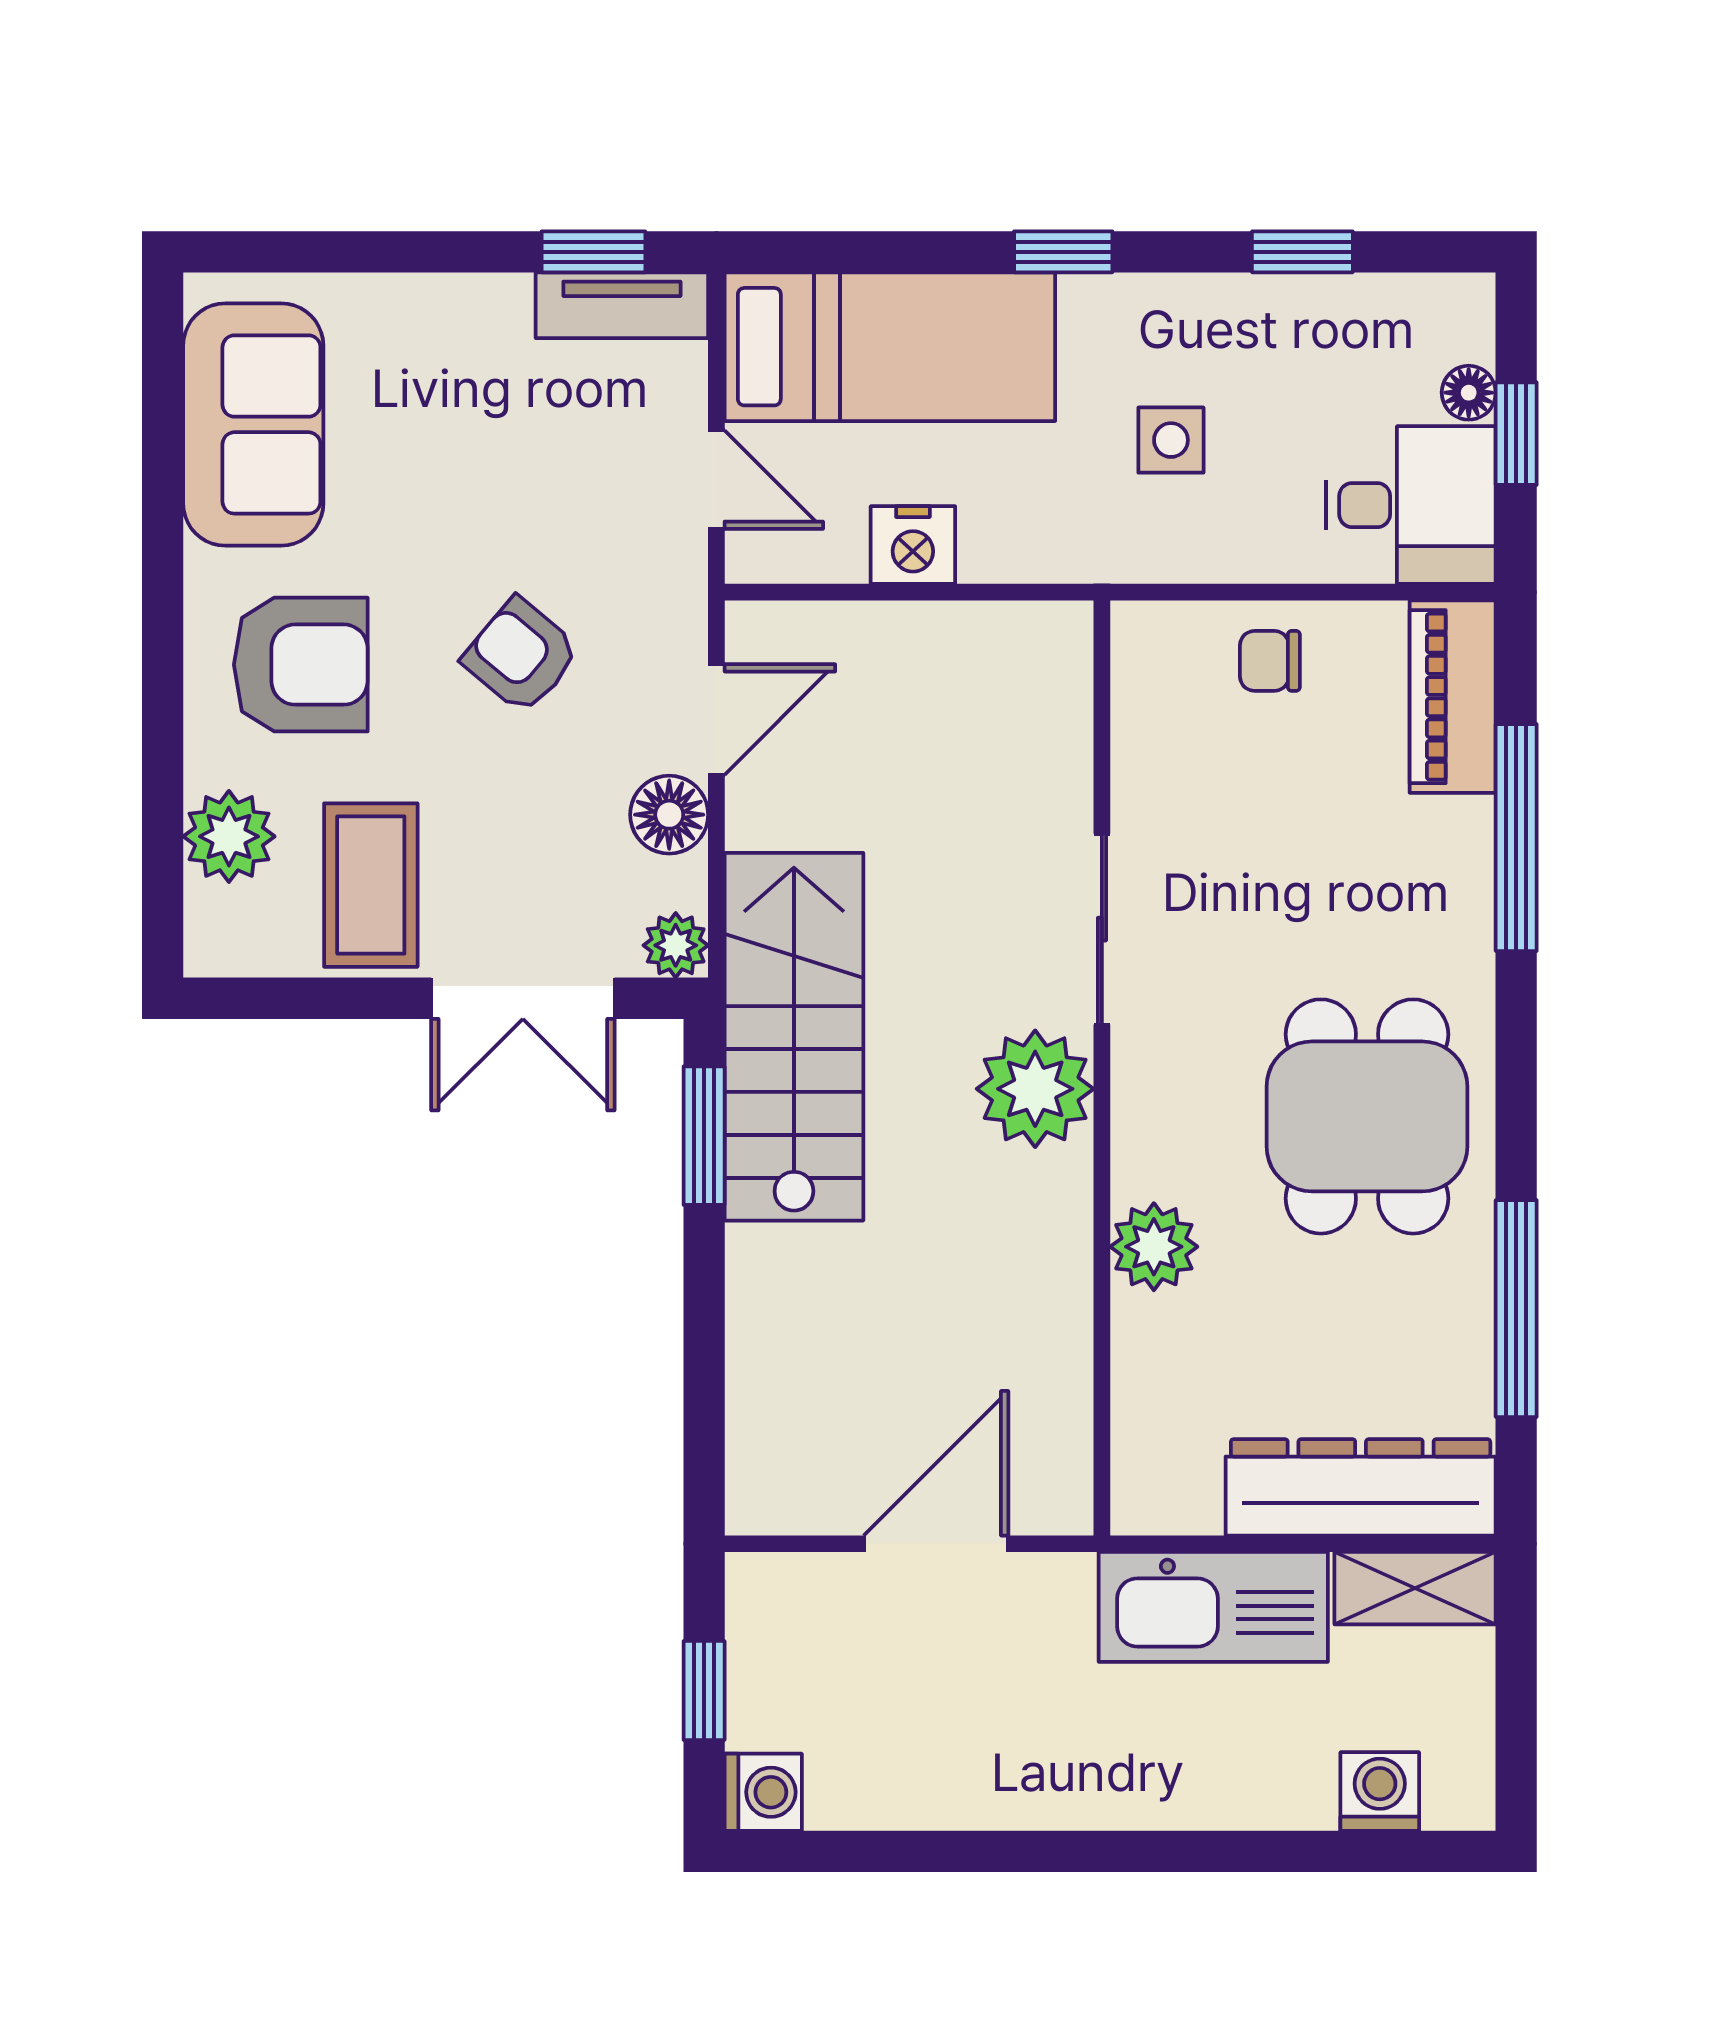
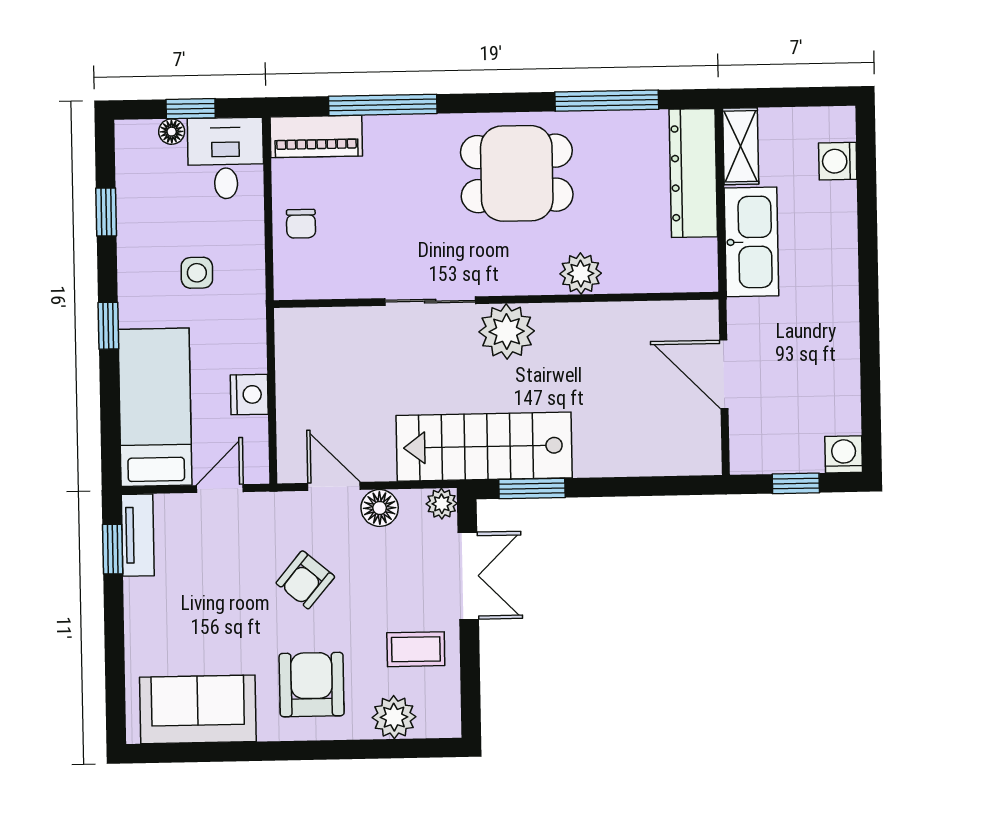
coffee table: (371, 885) -> (416, 649), width x0.73, depth x0.77

